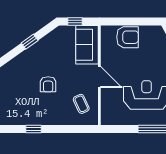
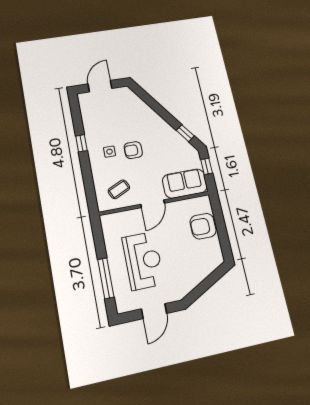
armchair: (128, 37) -> (203, 226), turned 90
window: (30, 42) -> (185, 133), moved
side table: (46, 106) -> (109, 152), added

